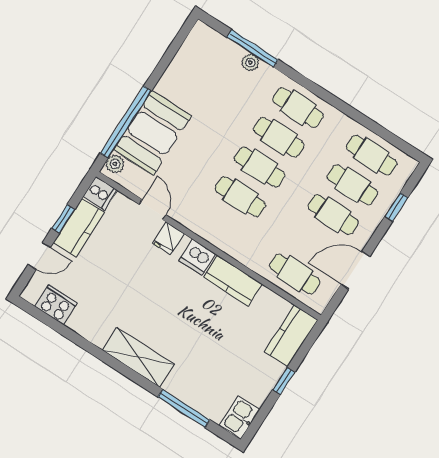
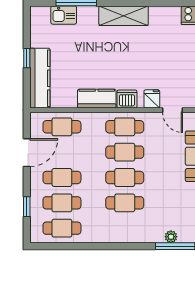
cafe table: (298, 108) -> (125, 127), moved
kitchen counter: (291, 336) -> (40, 78), width x1.50
kitchen sink: (240, 417) -> (64, 15), moved, turned 90

